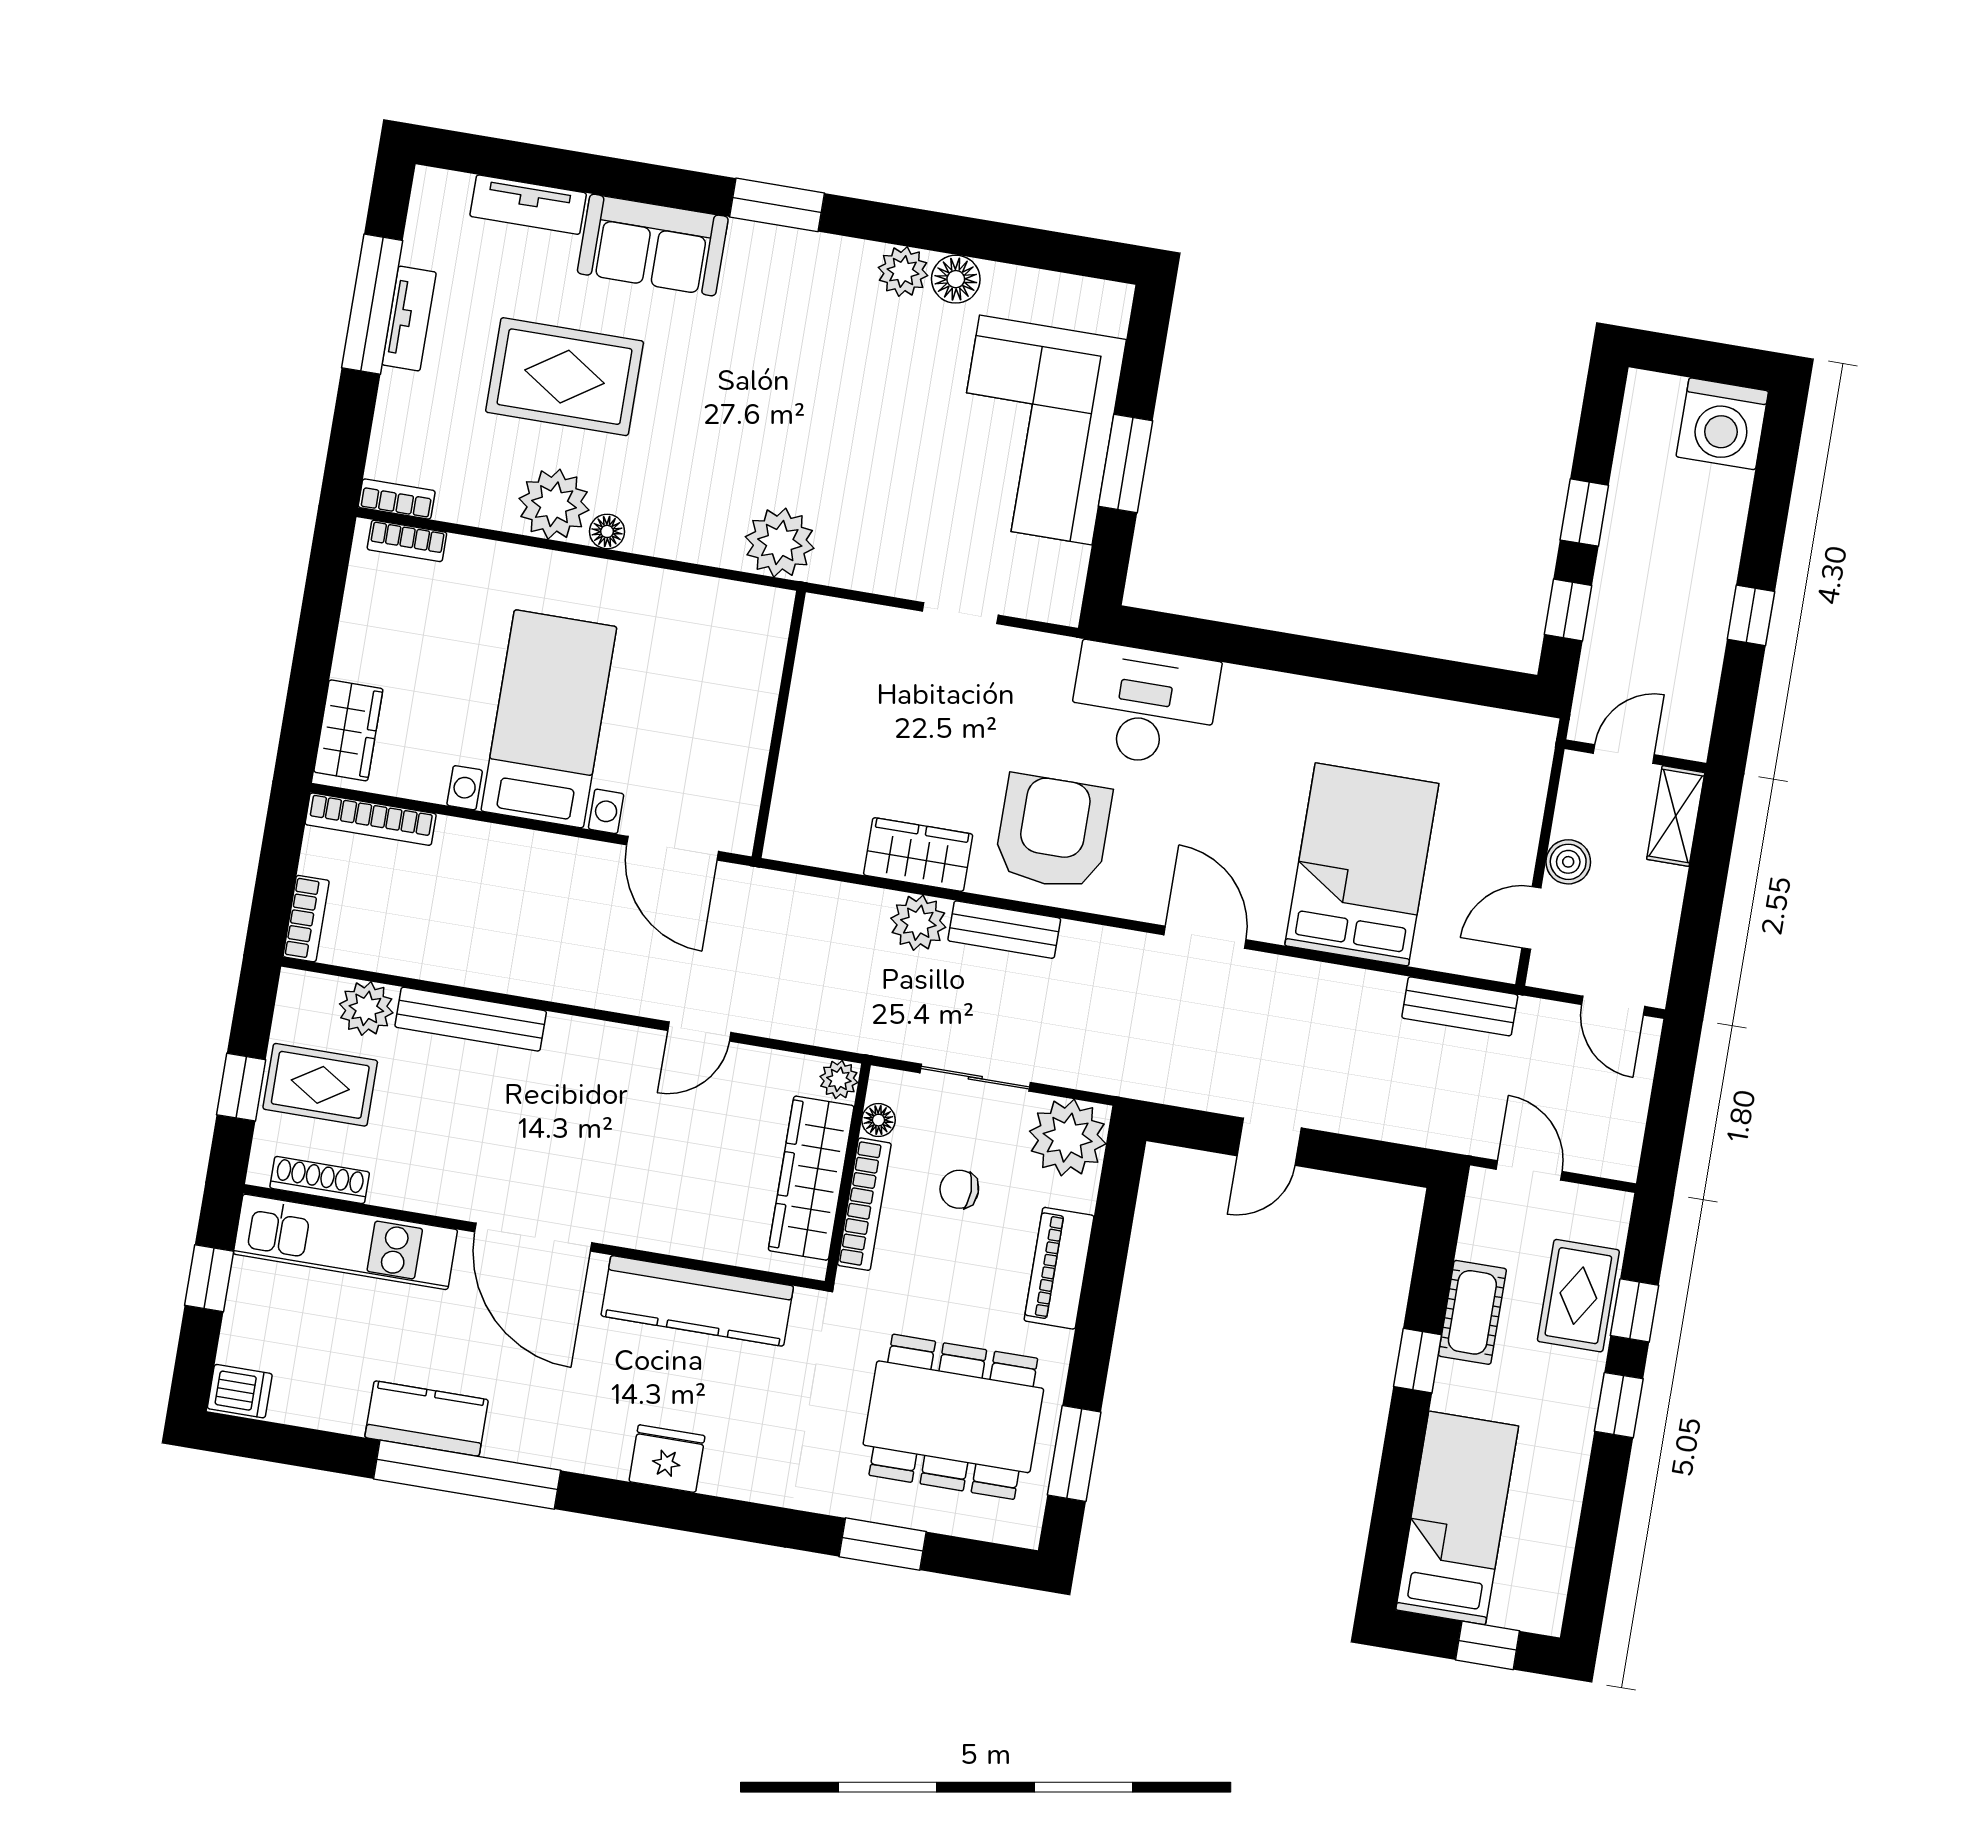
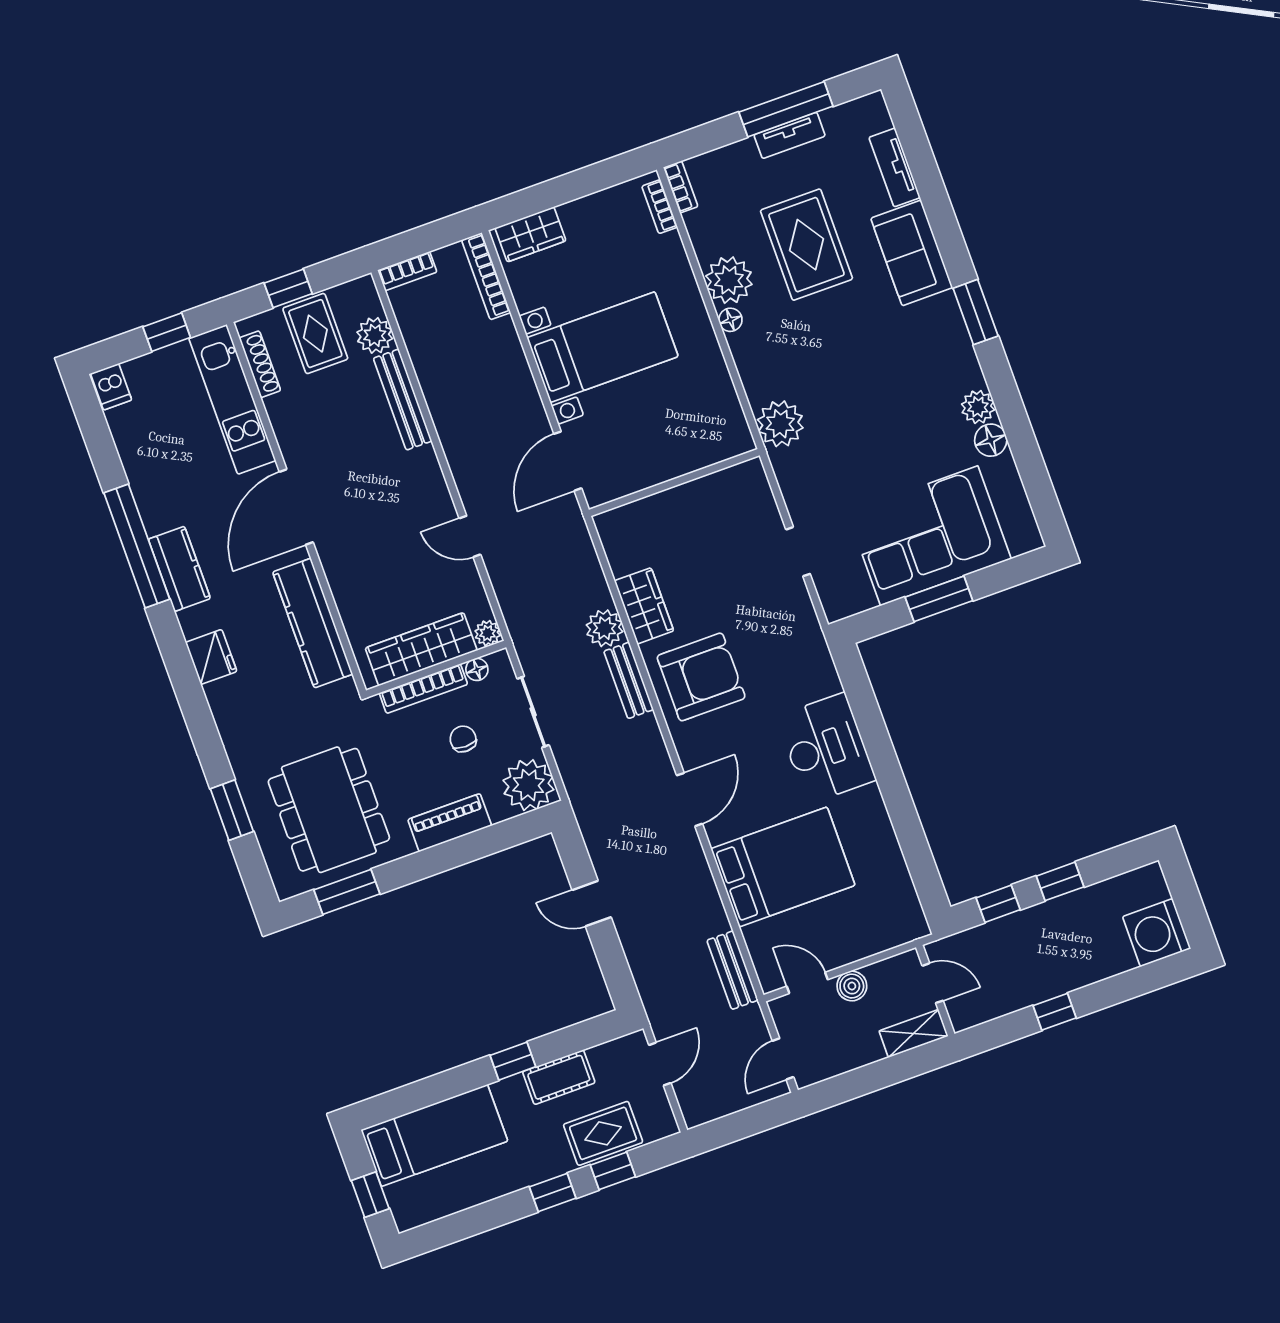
desk: (1144, 705) -> (826, 748), moved
kitchen counter: (427, 1419) -> (179, 569), moved

